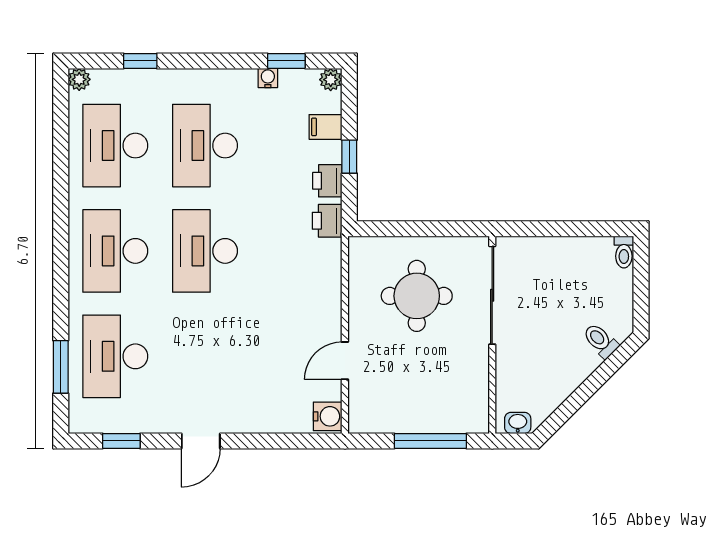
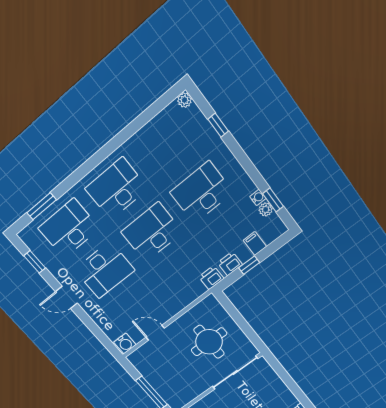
plant: (331, 80) -> (266, 209), moved
desk: (115, 146) -> (105, 270), moved, turned 180

